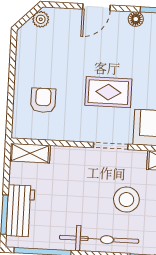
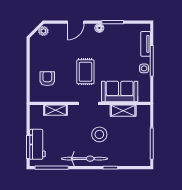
rug: (108, 92) -> (85, 72), turned 90
shelving: (30, 153) -> (55, 110), moved

